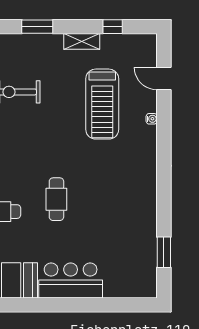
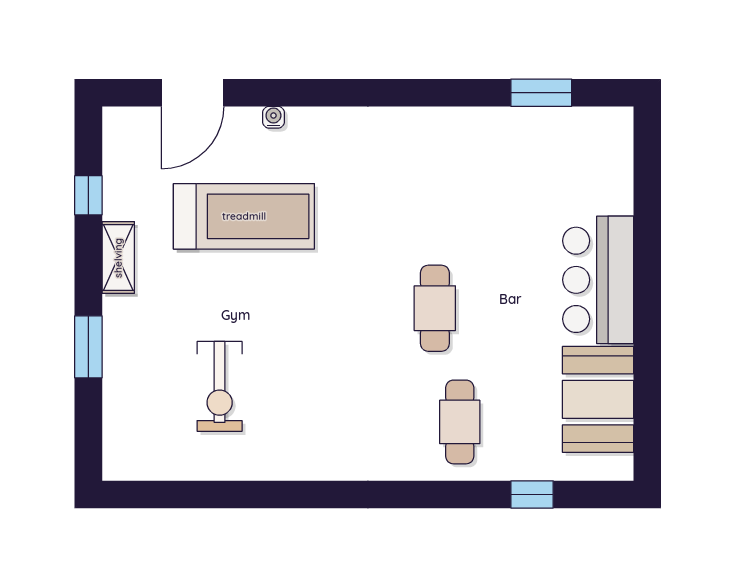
door: (164, 79) -> (193, 93), width x1.38
cafe table: (56, 199) -> (435, 308), turned 90

